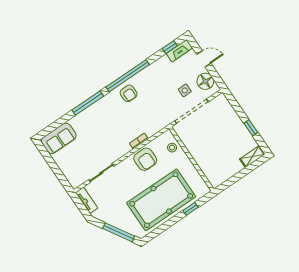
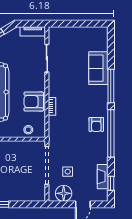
fireplace: (179, 51) -> (103, 177), moved
armchair: (129, 93) -> (96, 124), turned -90
sofa: (59, 138) -> (98, 68), moved

